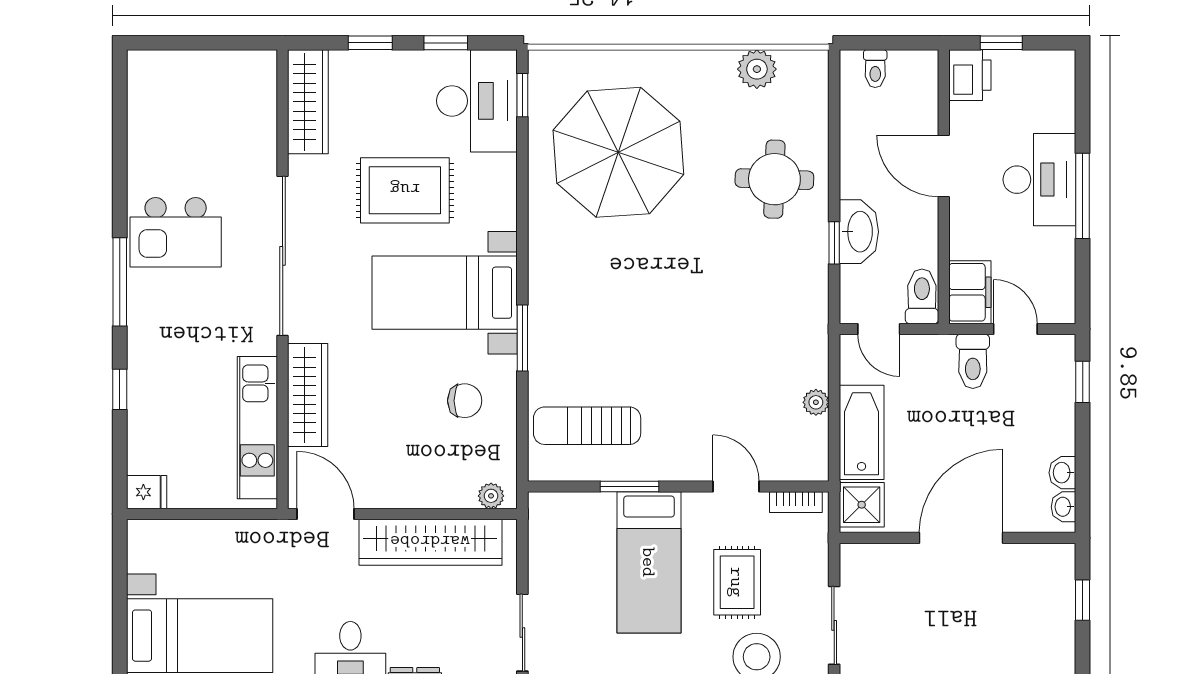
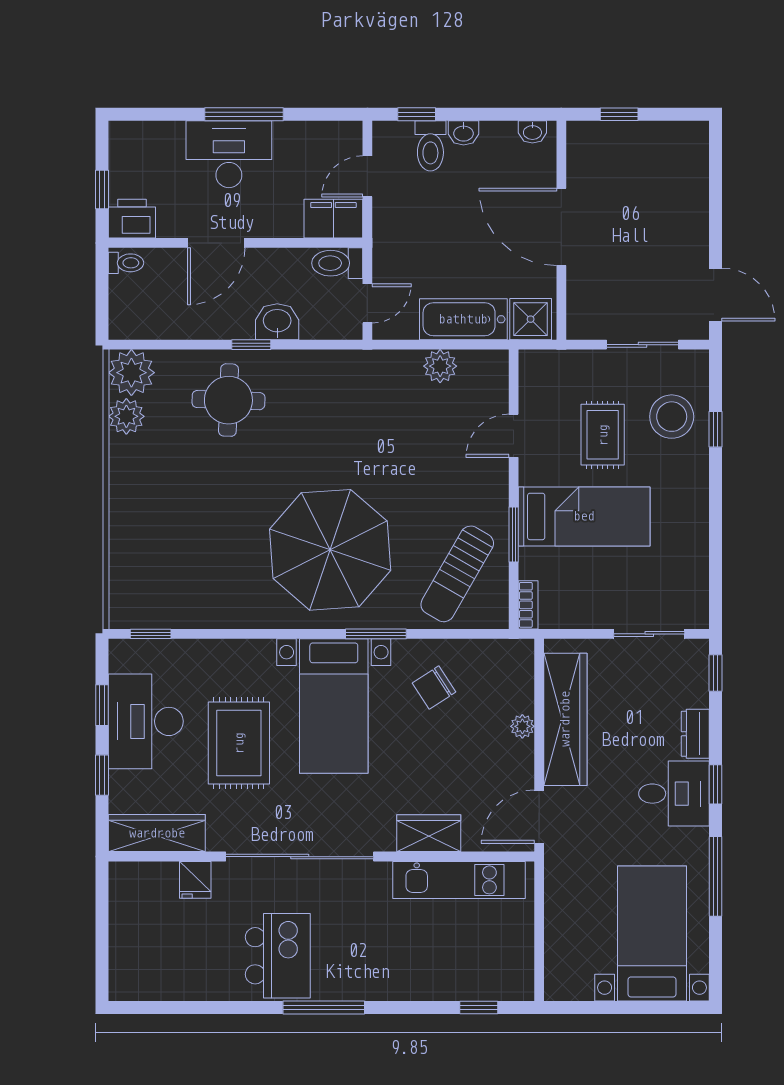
toilet: (875, 69) -> (126, 263), moved
plant: (804, 75) -> (131, 373), added
desk: (477, 101) -> (146, 721), moved, turned -90
parasol: (618, 152) -> (330, 550), moved
washbasin: (859, 232) -> (277, 322), width x0.72
window: (834, 243) -> (251, 345), moved
toilet: (973, 361) -> (430, 146), moved, turned 90
window: (120, 389) -> (479, 1008), moved
wardrobe: (308, 395) -> (429, 833), width x0.67
chair: (465, 401) -> (434, 687), turned -123
plant: (816, 402) -> (440, 366), width x1.38, depth x1.38
sun lounger: (587, 426) -> (457, 574), turned 30
washbasin: (1062, 473) -> (464, 133), moved
fridge: (147, 492) -> (195, 880), moved, turned 180
plant: (491, 496) -> (522, 726), moved
bookcase: (796, 502) -> (528, 605), moved
rug: (737, 582) -> (603, 435), turned 90

